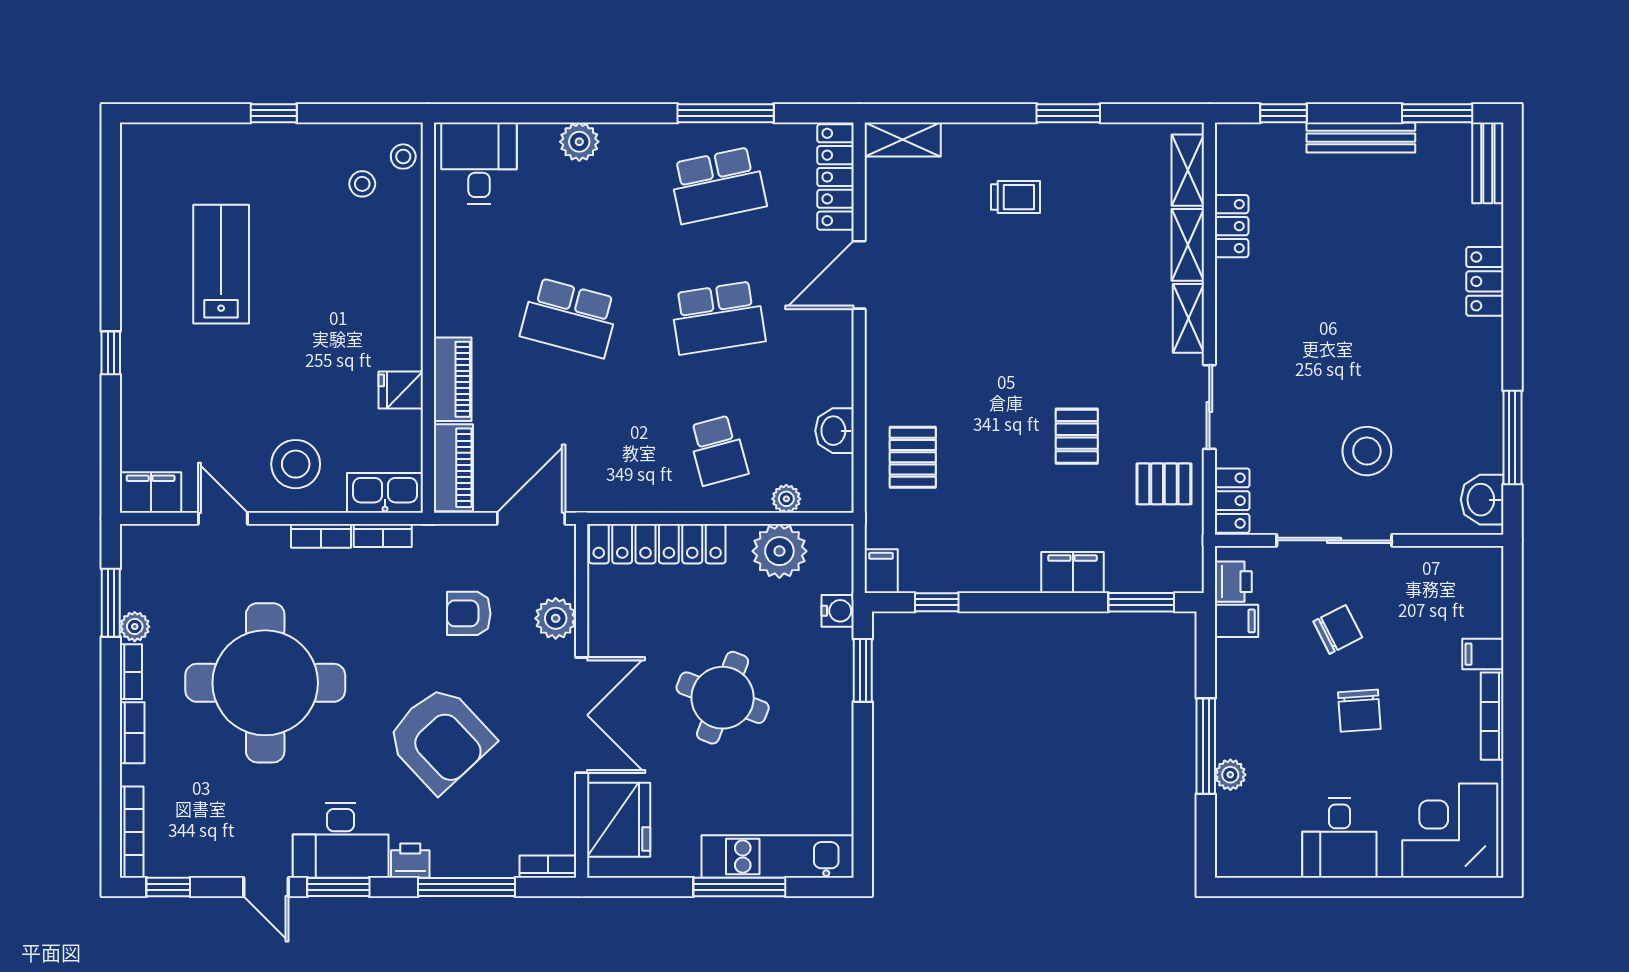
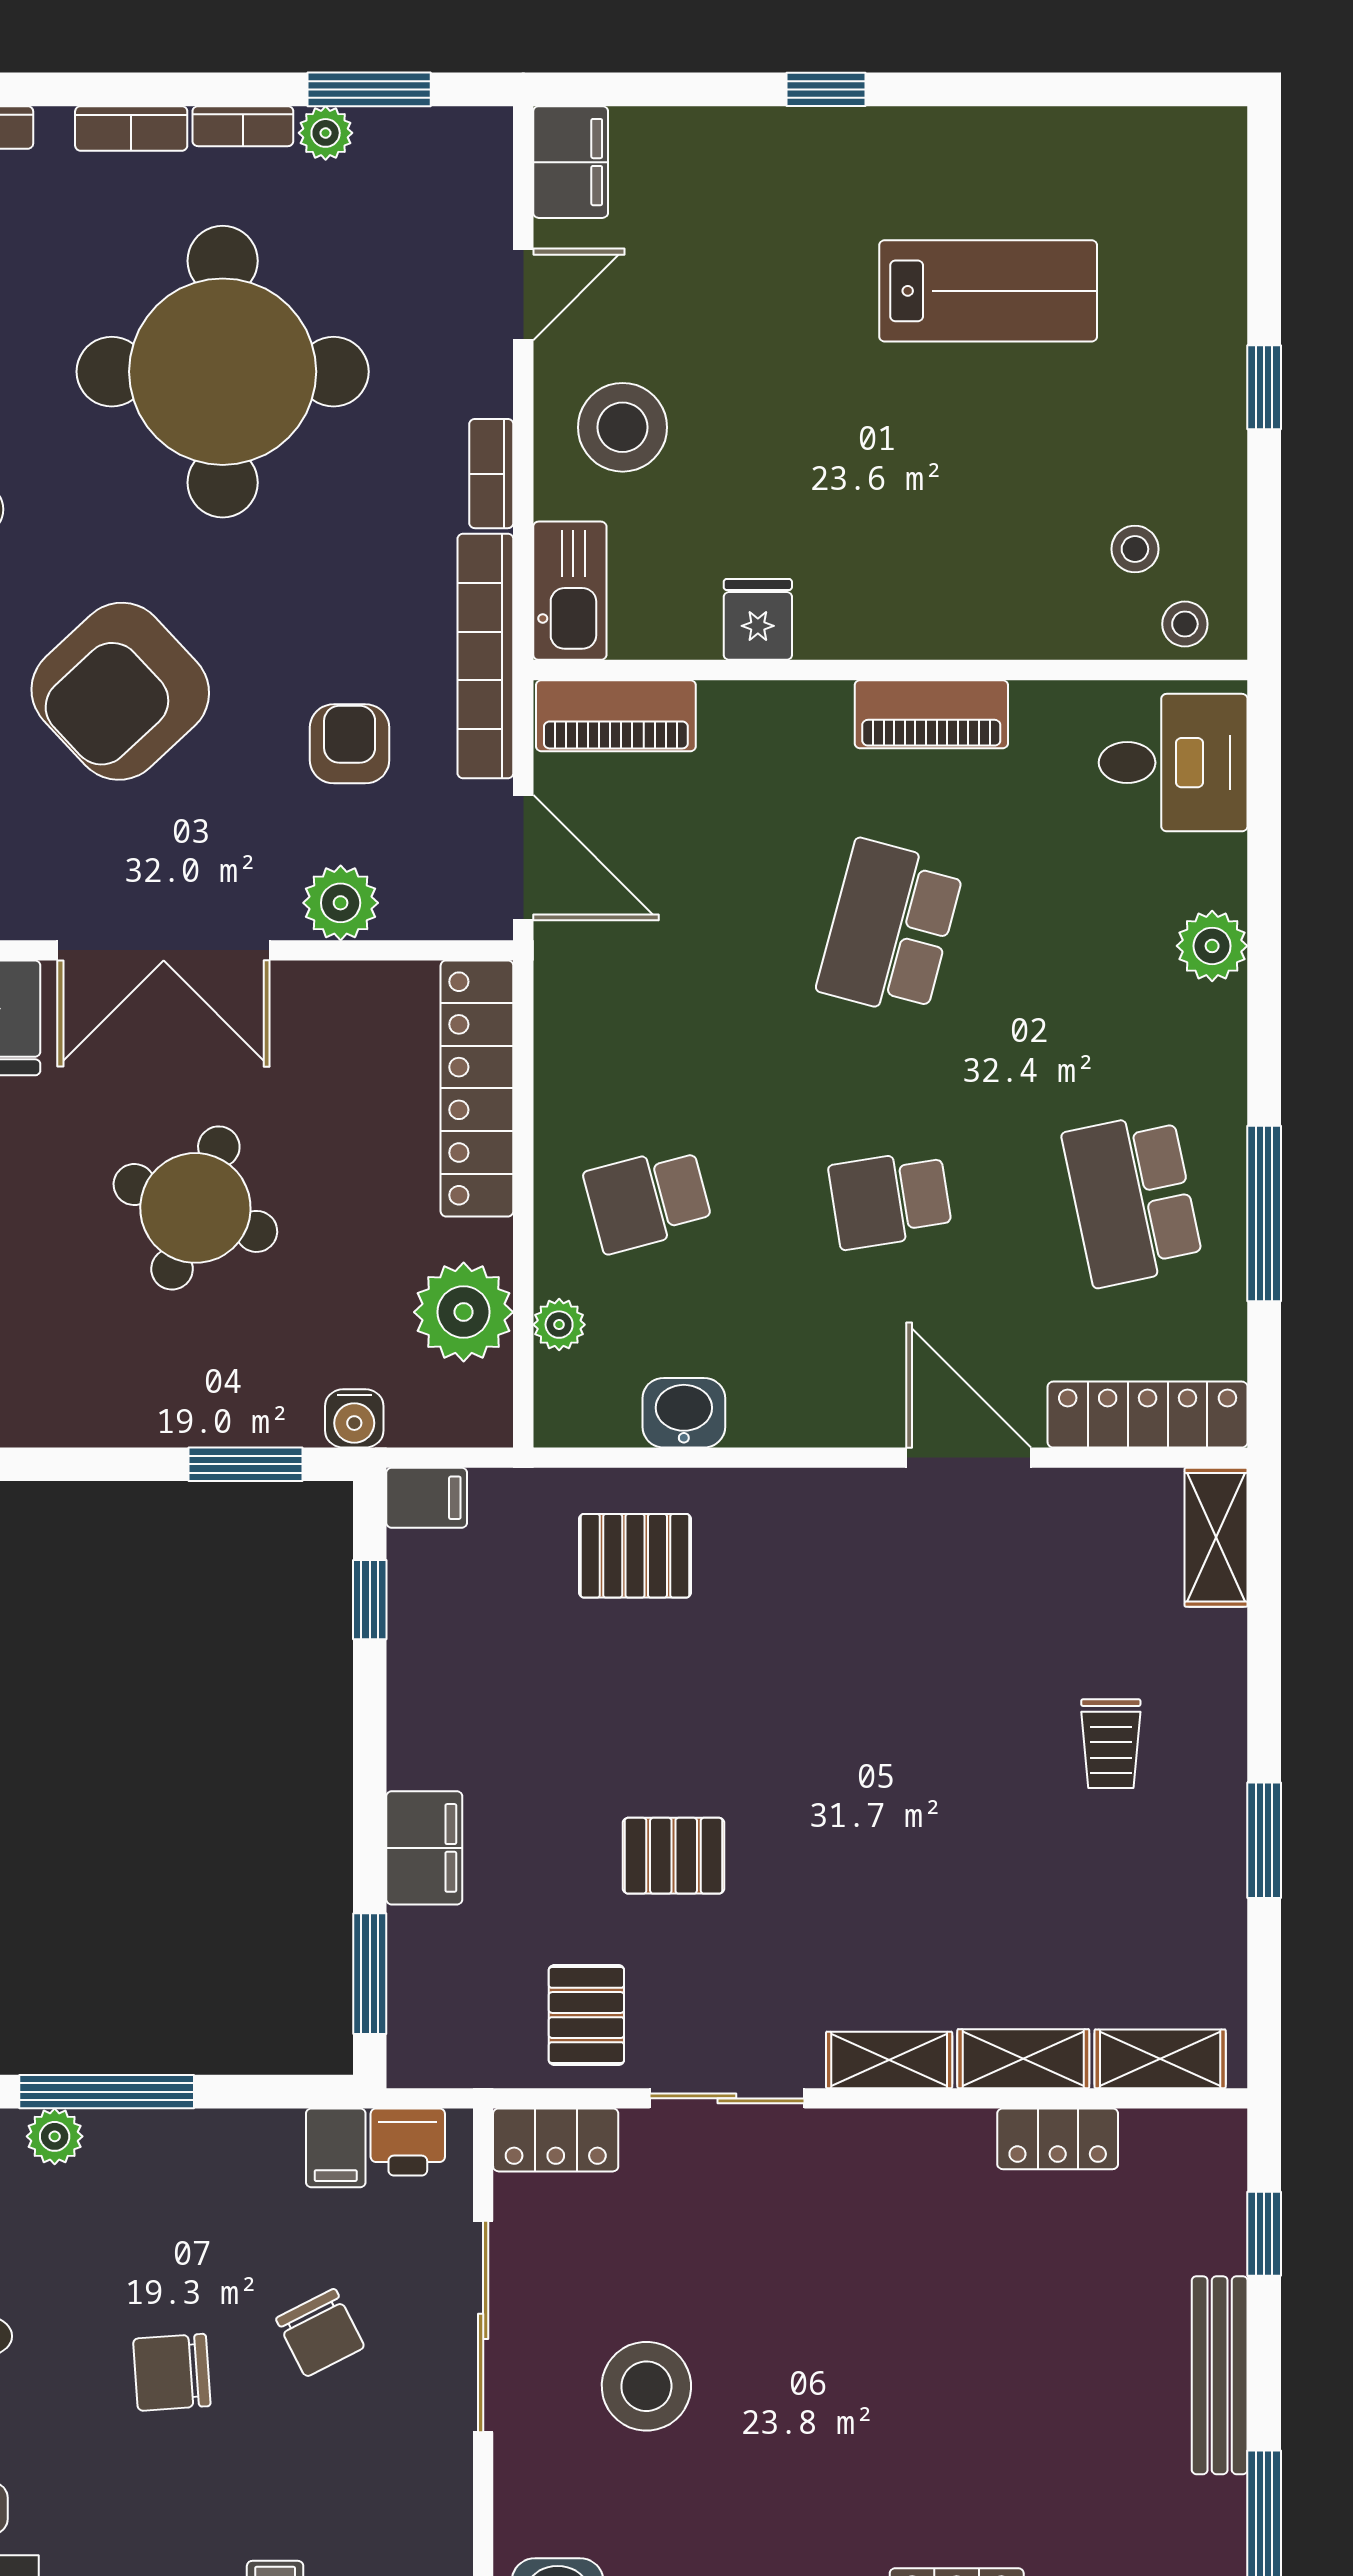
school desk: (718, 318) -> (890, 1199), width x0.54
piano: (453, 379) -> (931, 714), moved
bookcase: (383, 535) -> (485, 656), width x2.31, depth x1.31

